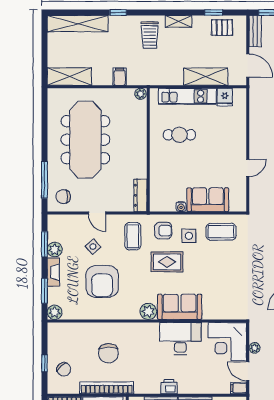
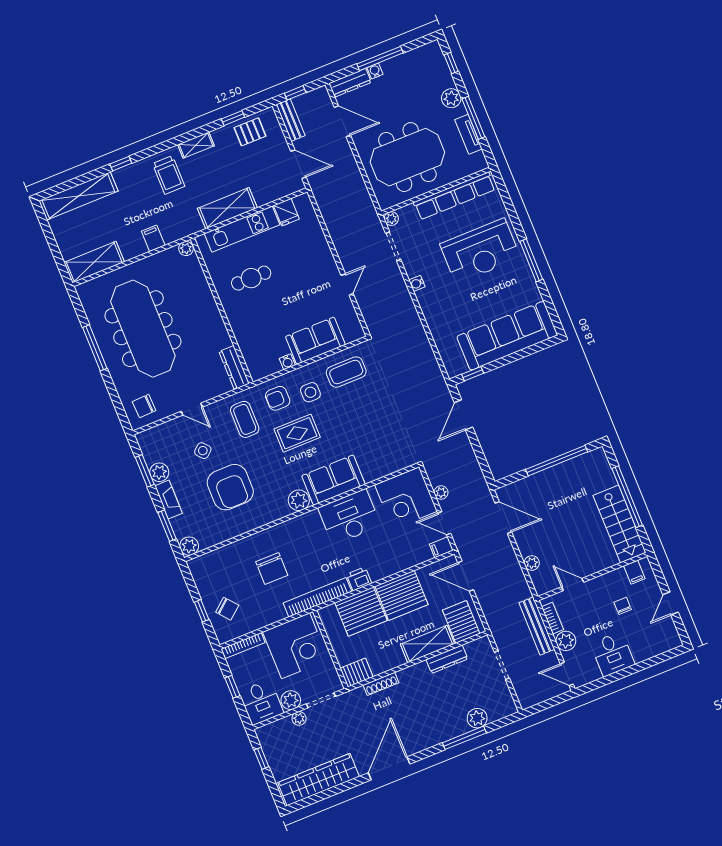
shelving: (206, 77) -> (227, 208), moved
window: (44, 180) -> (95, 348), moved
armchair: (163, 231) -> (278, 398), turned 180
bookcase: (107, 388) -> (317, 597), moved

